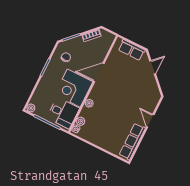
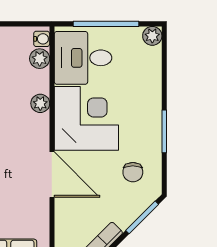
door: (99, 72) -> (52, 175), hinge flipped

